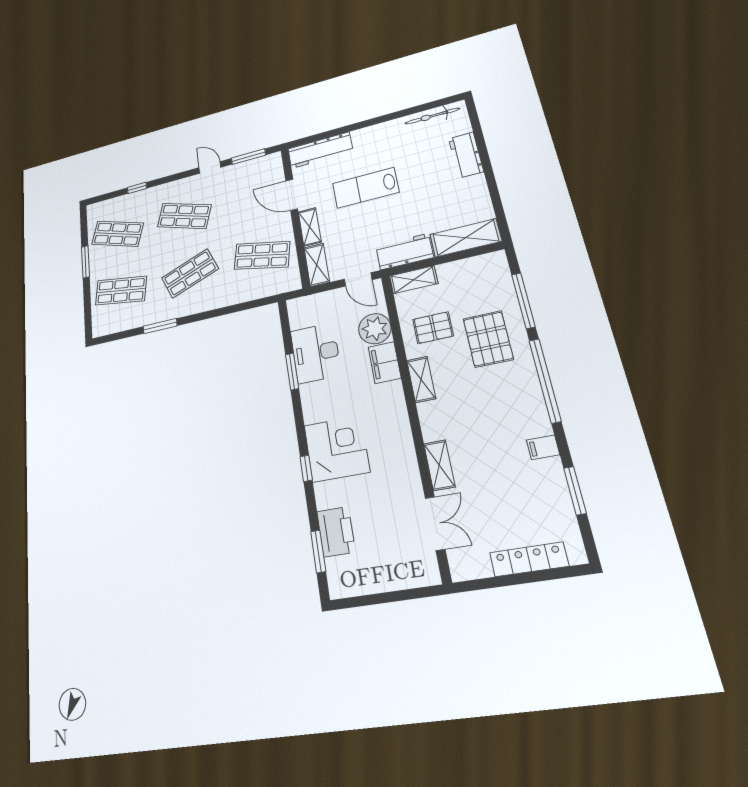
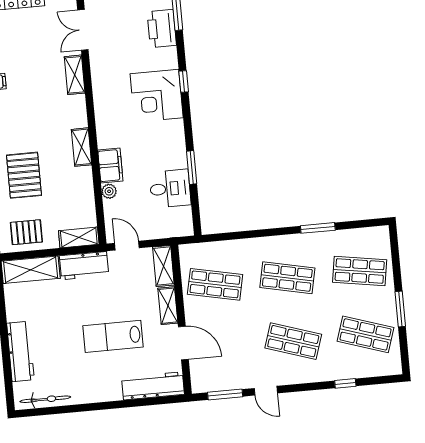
workbench: (466, 155) -> (20, 351), width x1.38
lab bench: (366, 188) -> (113, 336), turned 180
shop shelf: (190, 273) -> (287, 278), turned 33
pallet: (433, 328) -> (26, 232), moved
plant: (375, 329) -> (109, 191), width x0.53, depth x0.53
desk: (316, 353) -> (170, 189), width x0.73

